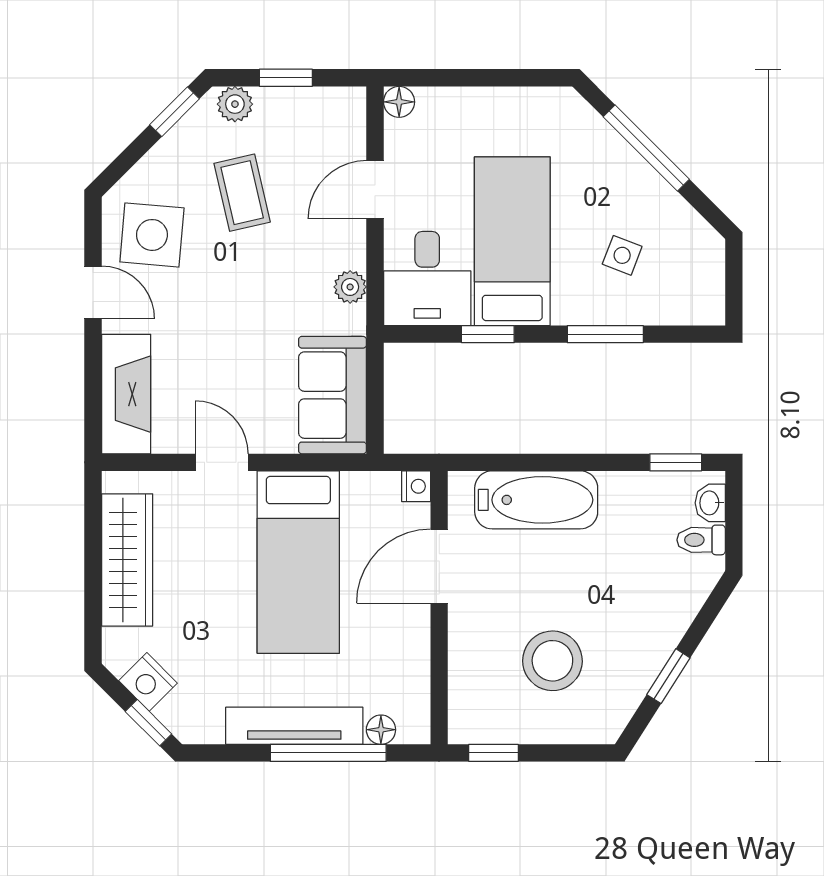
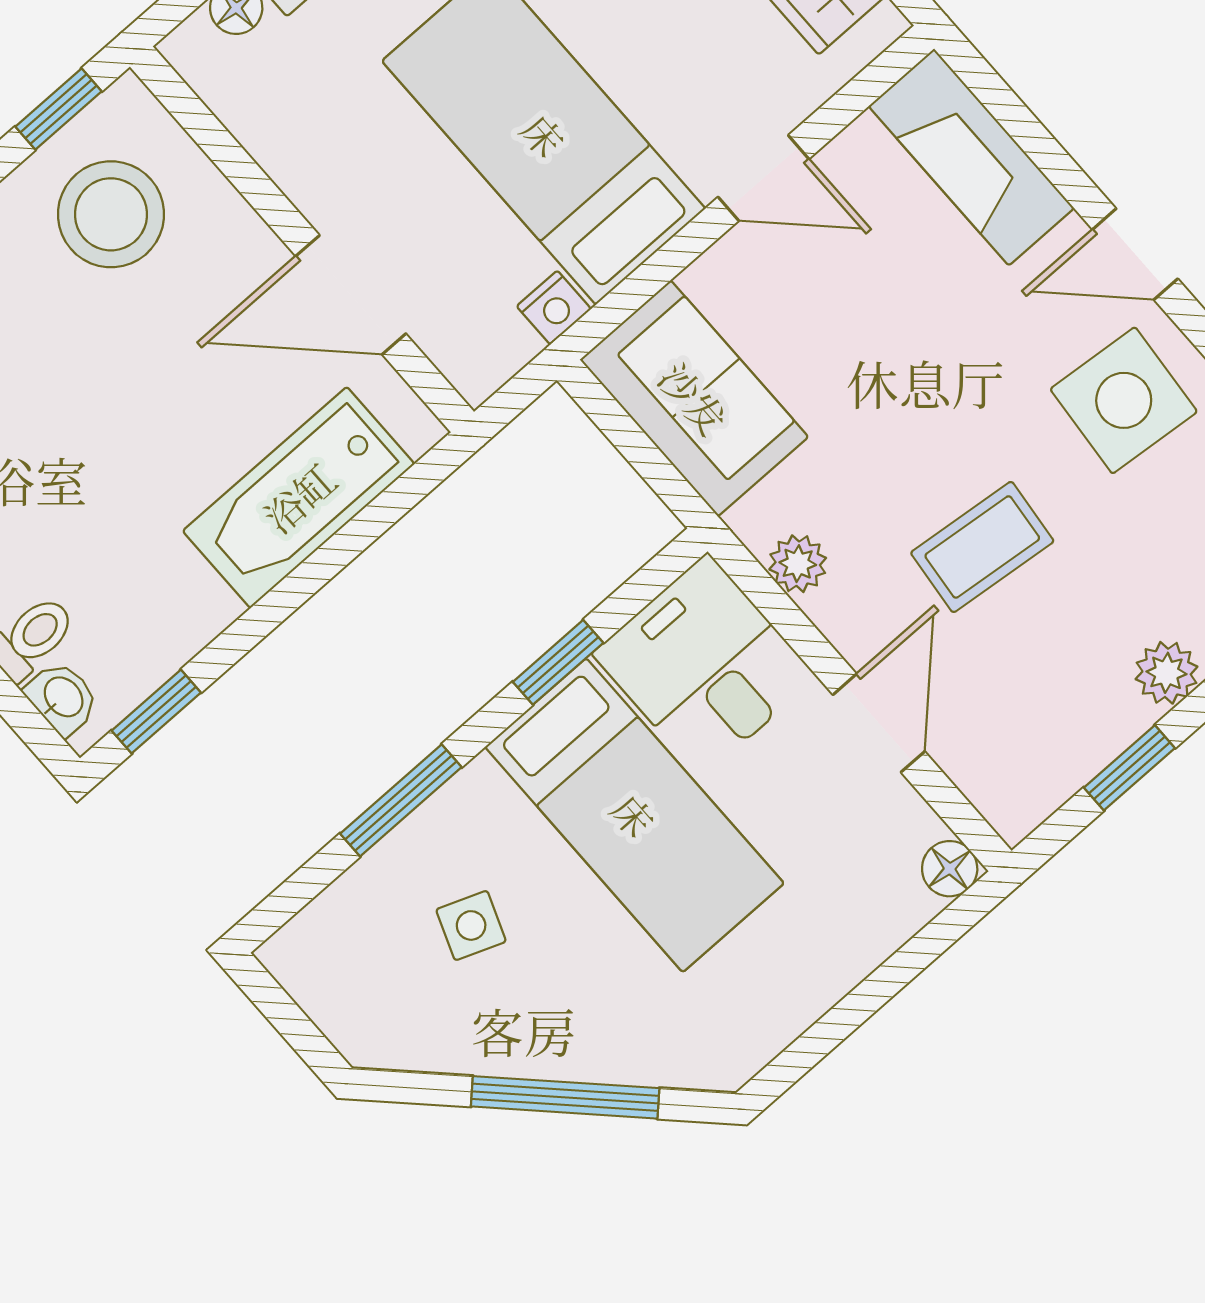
coffee table: (242, 193) -> (982, 547), moved, turned -71
nightstand: (416, 486) -> (554, 308), moved, turned -90
door: (439, 566) -> (351, 295), swing flipped
stool: (552, 661) -> (111, 214), moved

